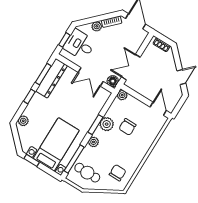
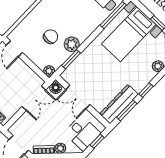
double door: (91, 77) -> (78, 97), swing flipped
window: (95, 125) -> (71, 59), moved
plant: (93, 142) -> (89, 29), removed

